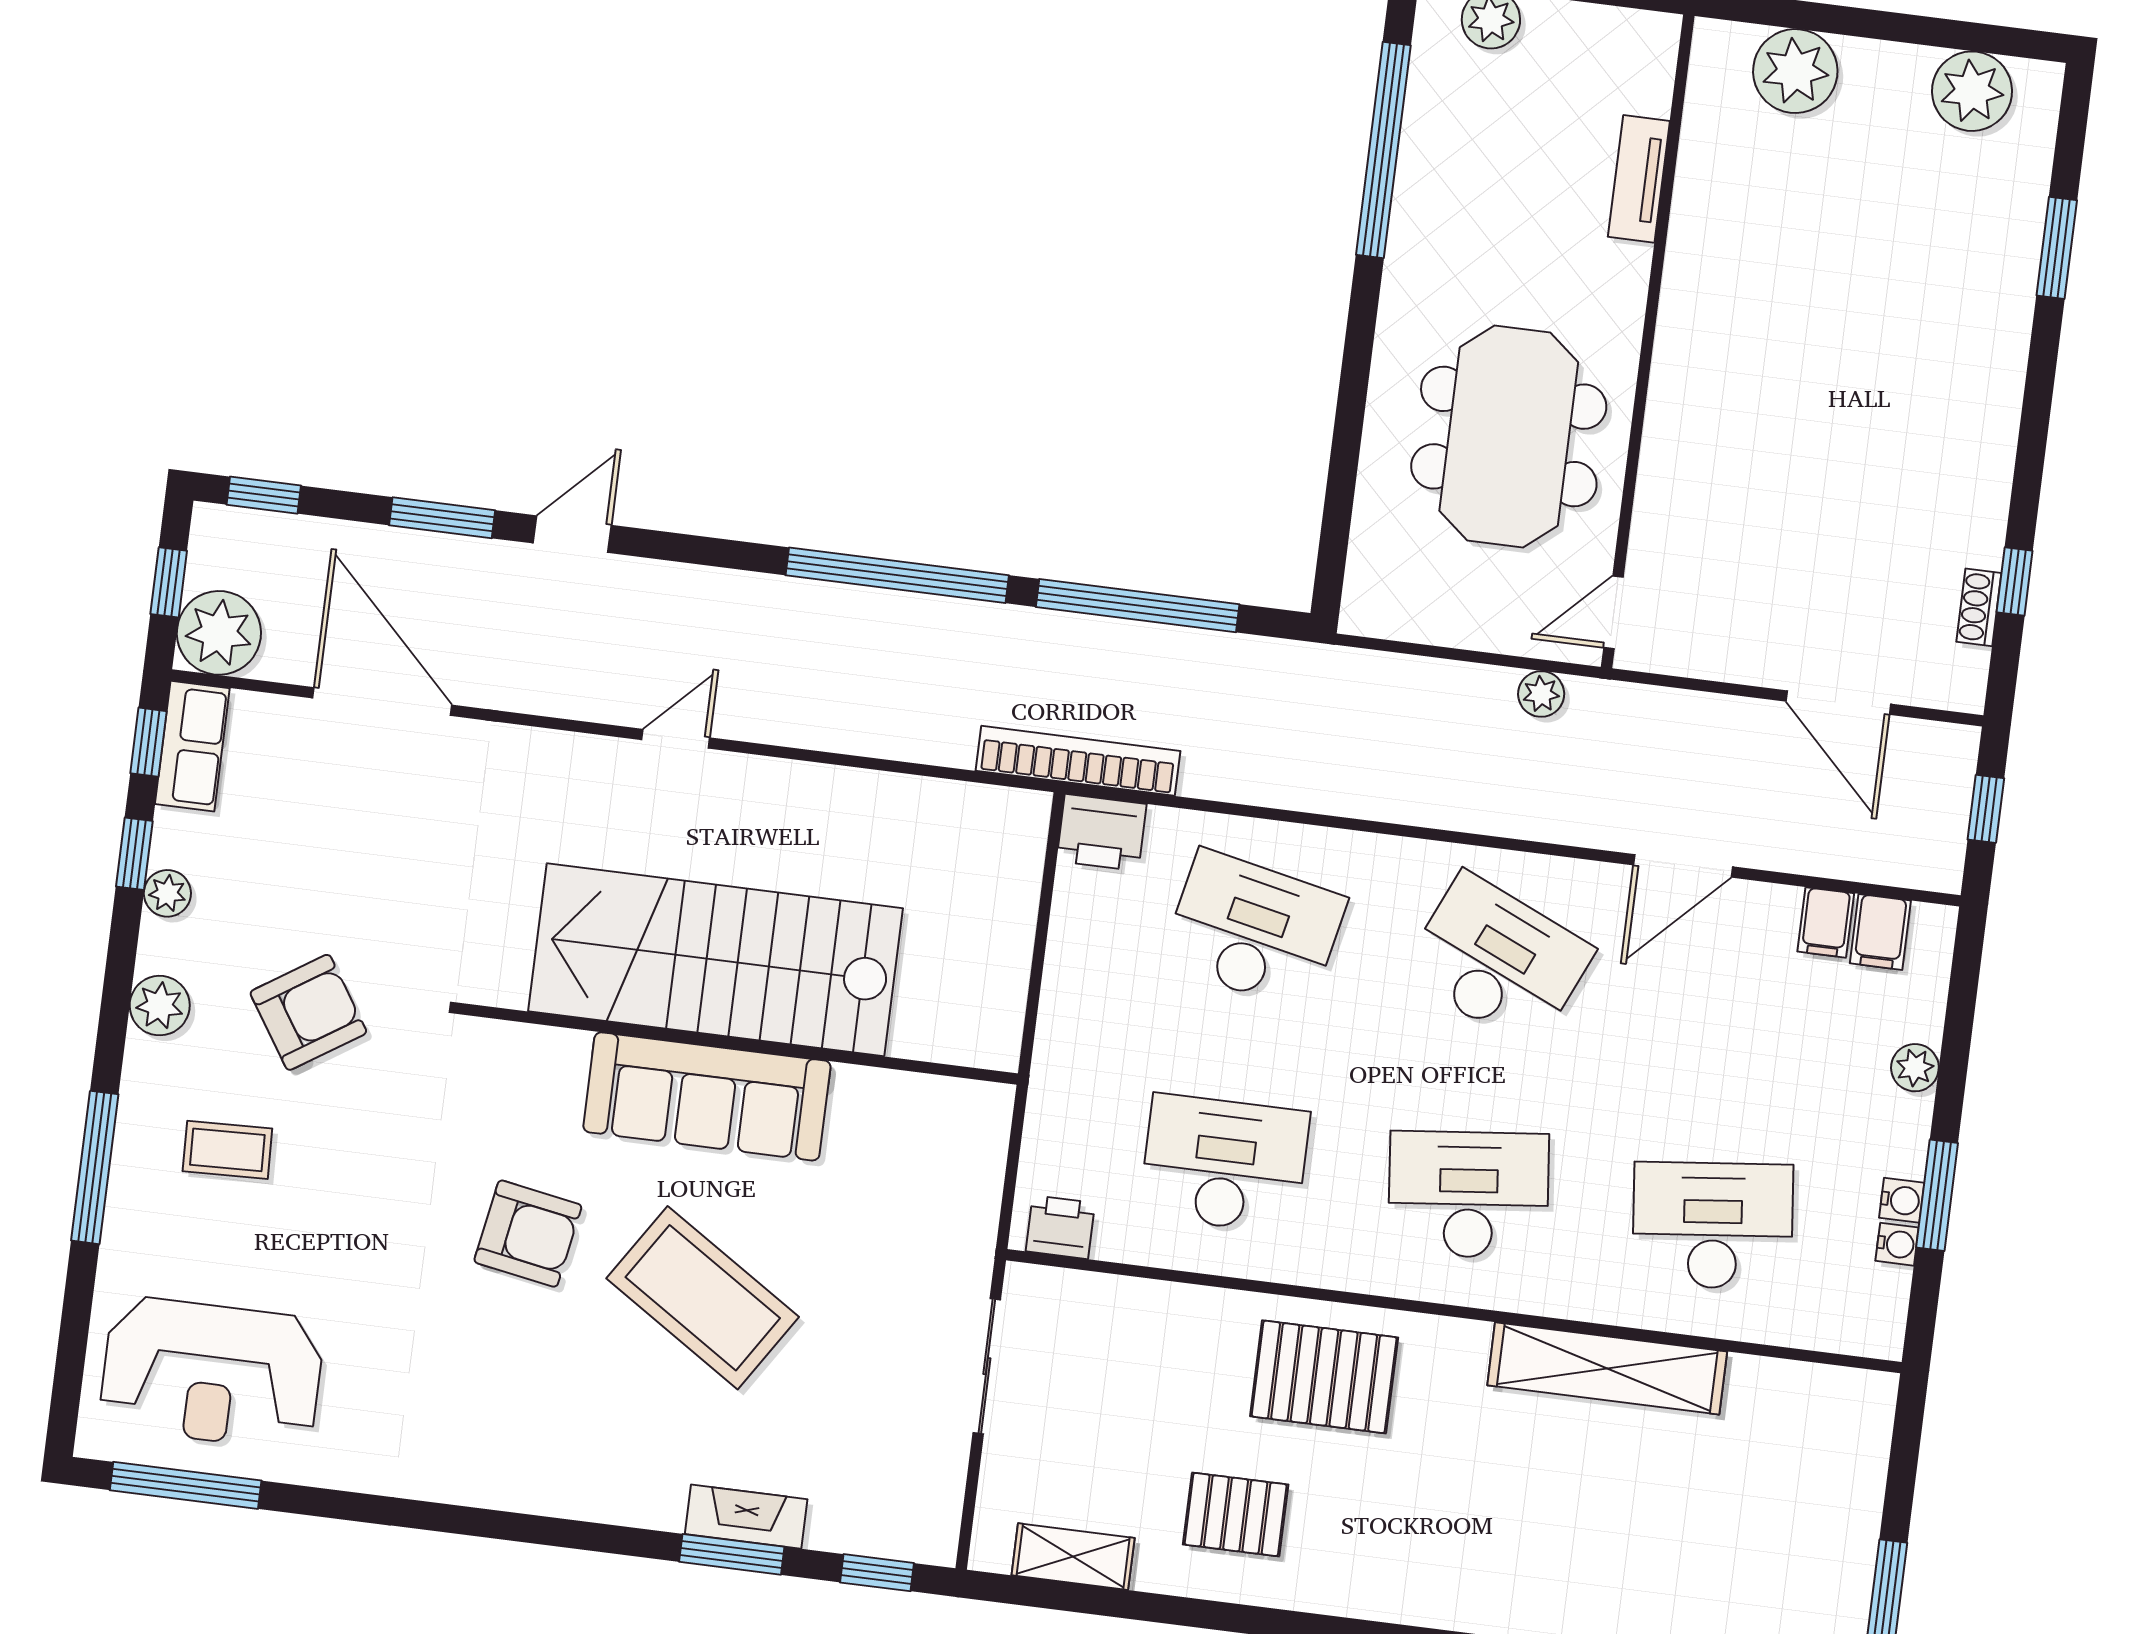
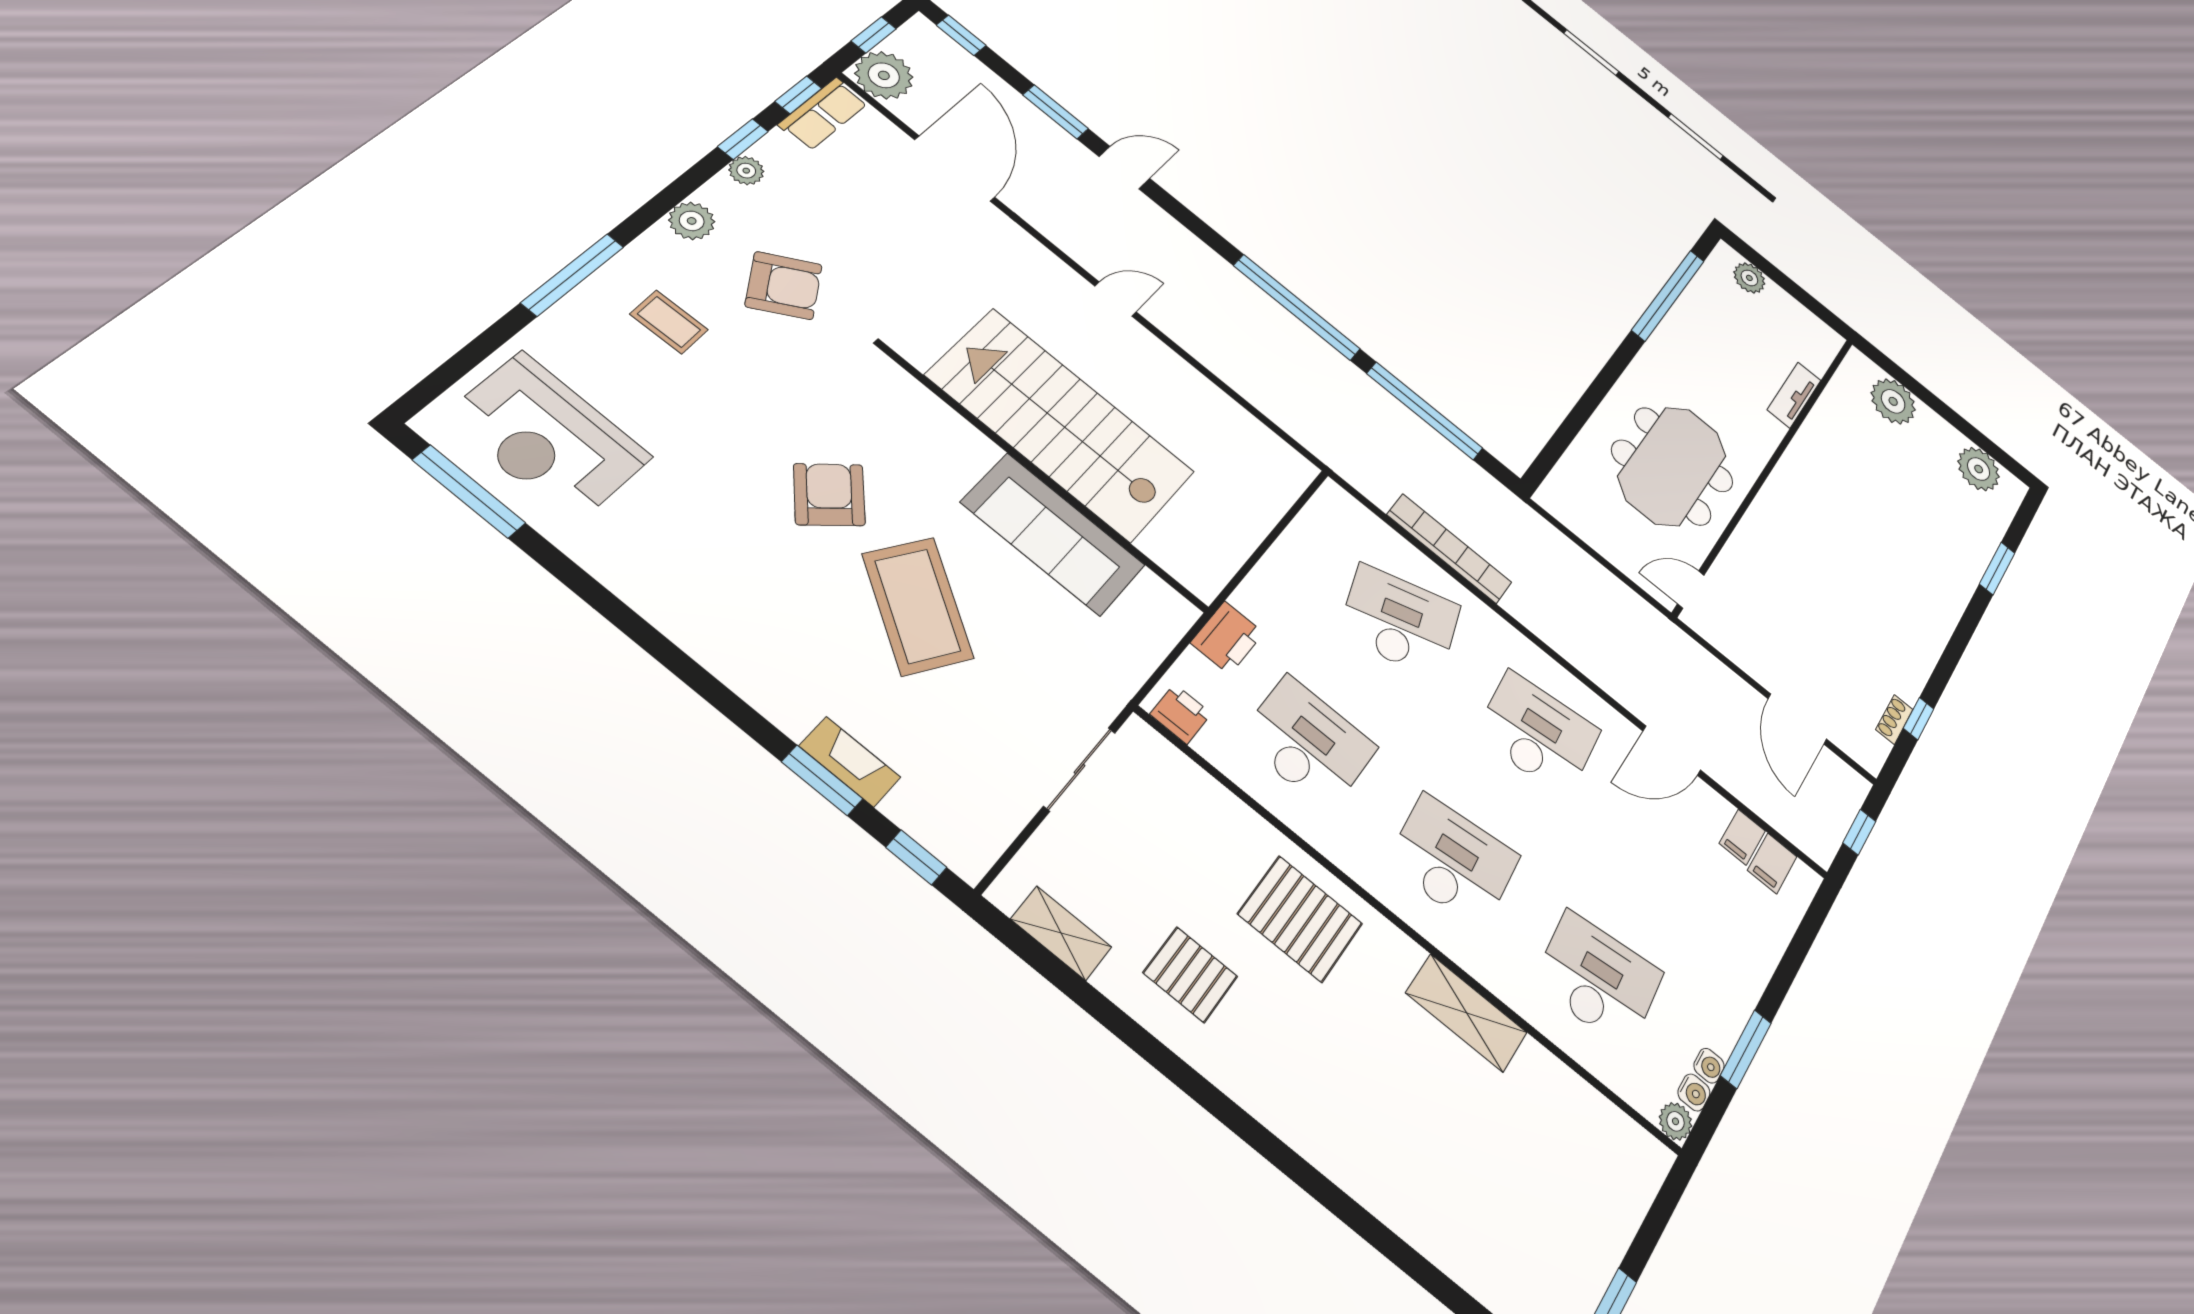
plant: (1541, 694) -> (1631, 605), removed
bookcase: (1078, 761) -> (1449, 548), moved
printer: (1101, 832) -> (1227, 638), moved, turned -90
desk: (1254, 930) -> (1400, 621), turned -30
desk: (1498, 961) -> (1538, 733), turned -30
plant: (1915, 1068) -> (1676, 1121), moved
sofa: (707, 1096) -> (1053, 534), moved
water cooler: (1902, 1200) -> (1694, 1092), moved
armchair: (528, 1234) -> (829, 495), turned -143
shelving: (1607, 1368) -> (1466, 1013), width x0.68

